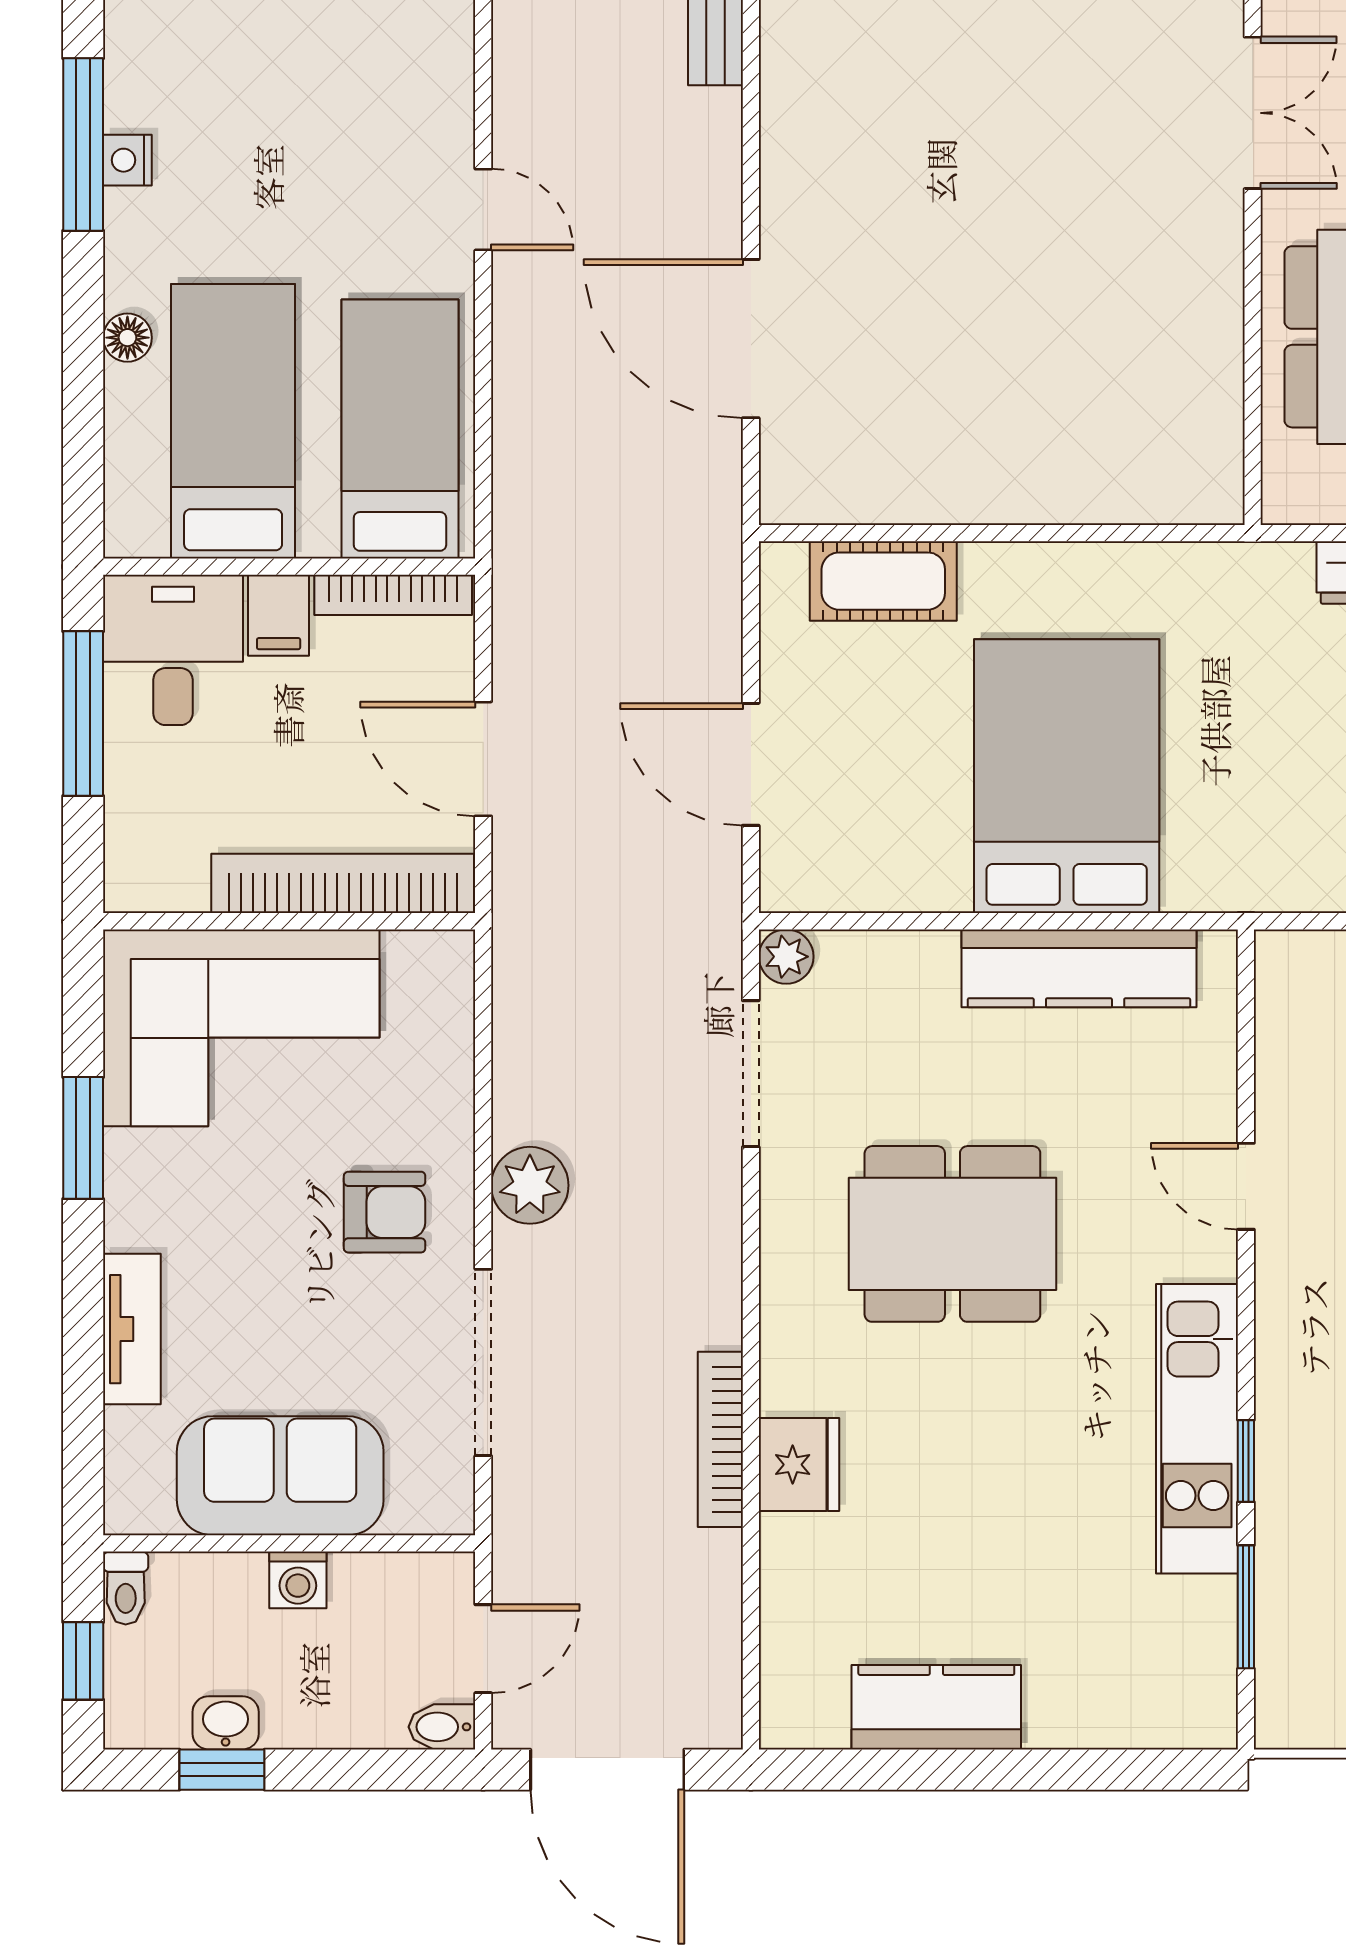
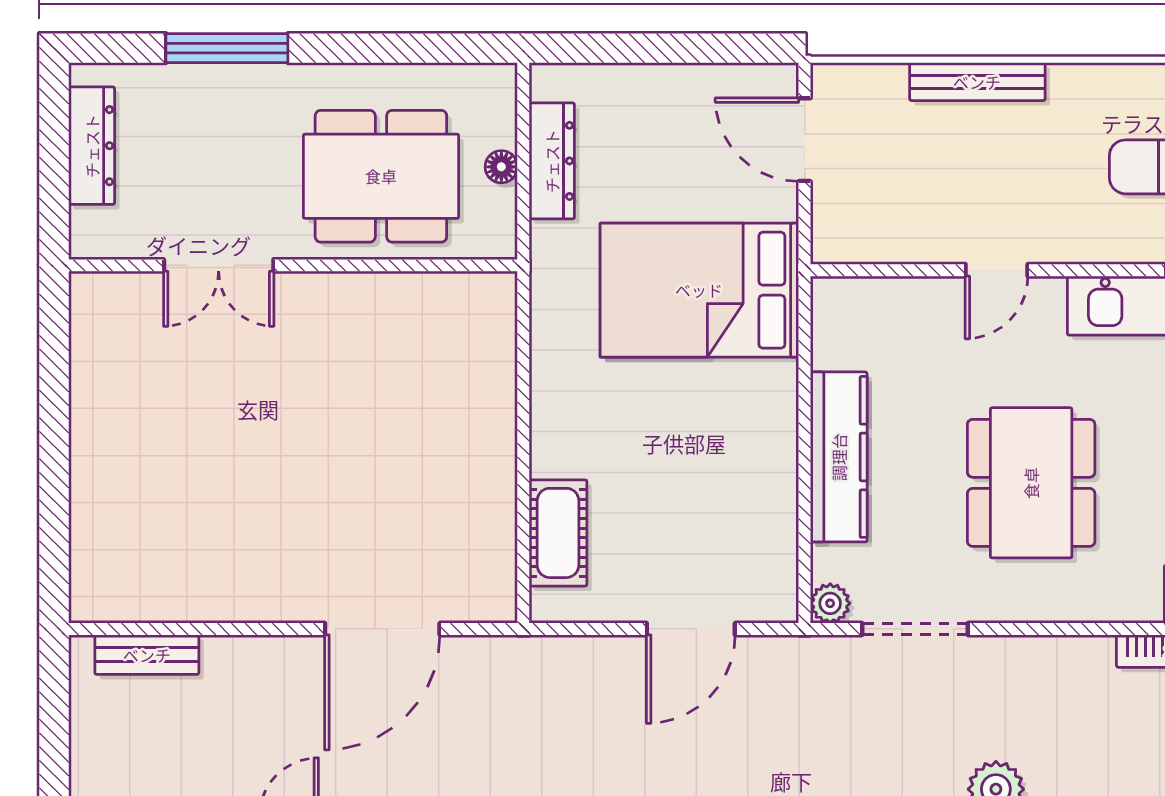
double door: (1253, 113) -> (219, 265), swing flipped
bed: (1067, 776) -> (699, 290), moved
kitchen counter: (1079, 968) -> (839, 457), moved

